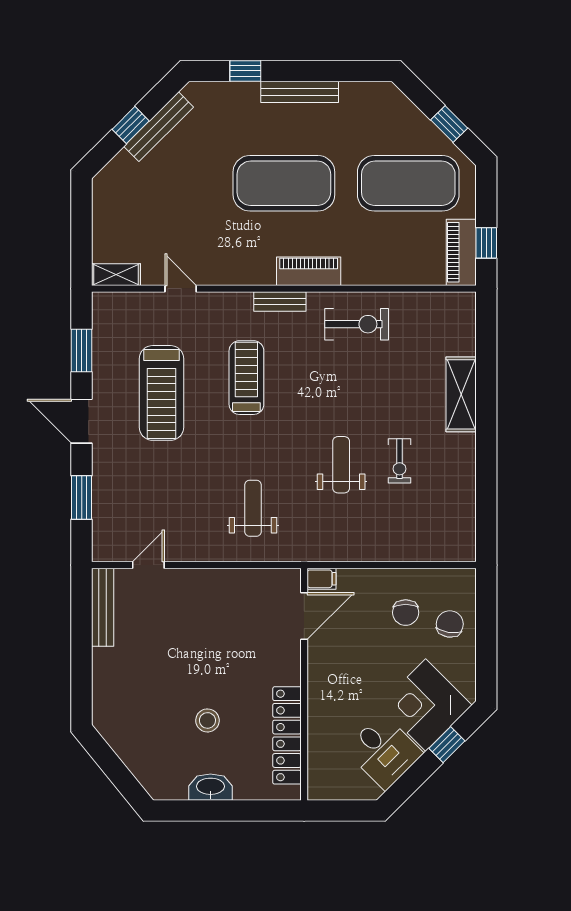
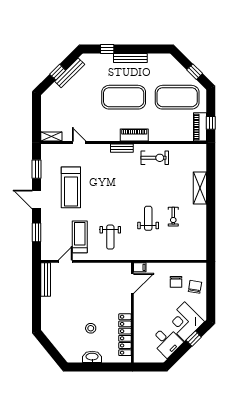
treadmill: (246, 378) -> (80, 237), moved
weight bench: (253, 508) -> (110, 237), turned 180

